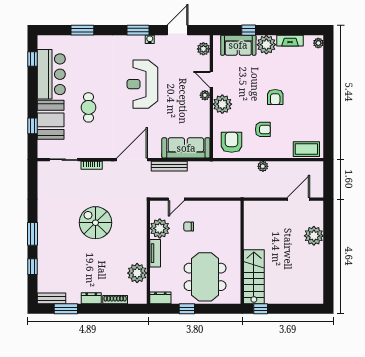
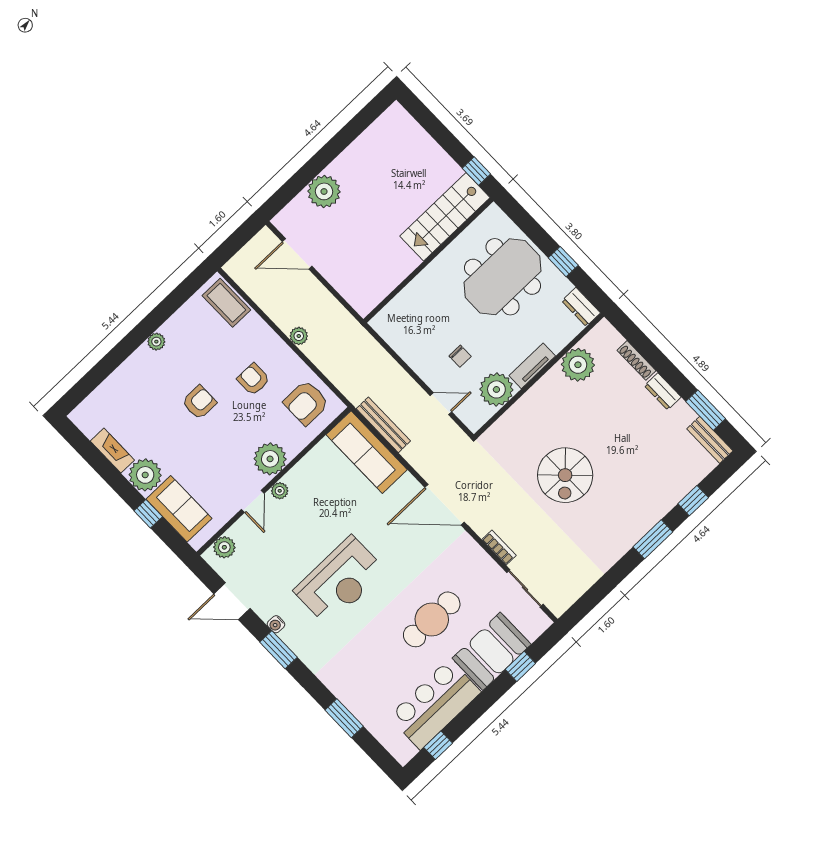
plant: (318, 43) -> (156, 342), moved
cafe table: (89, 107) -> (432, 619), width x1.37, depth x1.35
bench: (169, 166) -> (383, 425), moved

